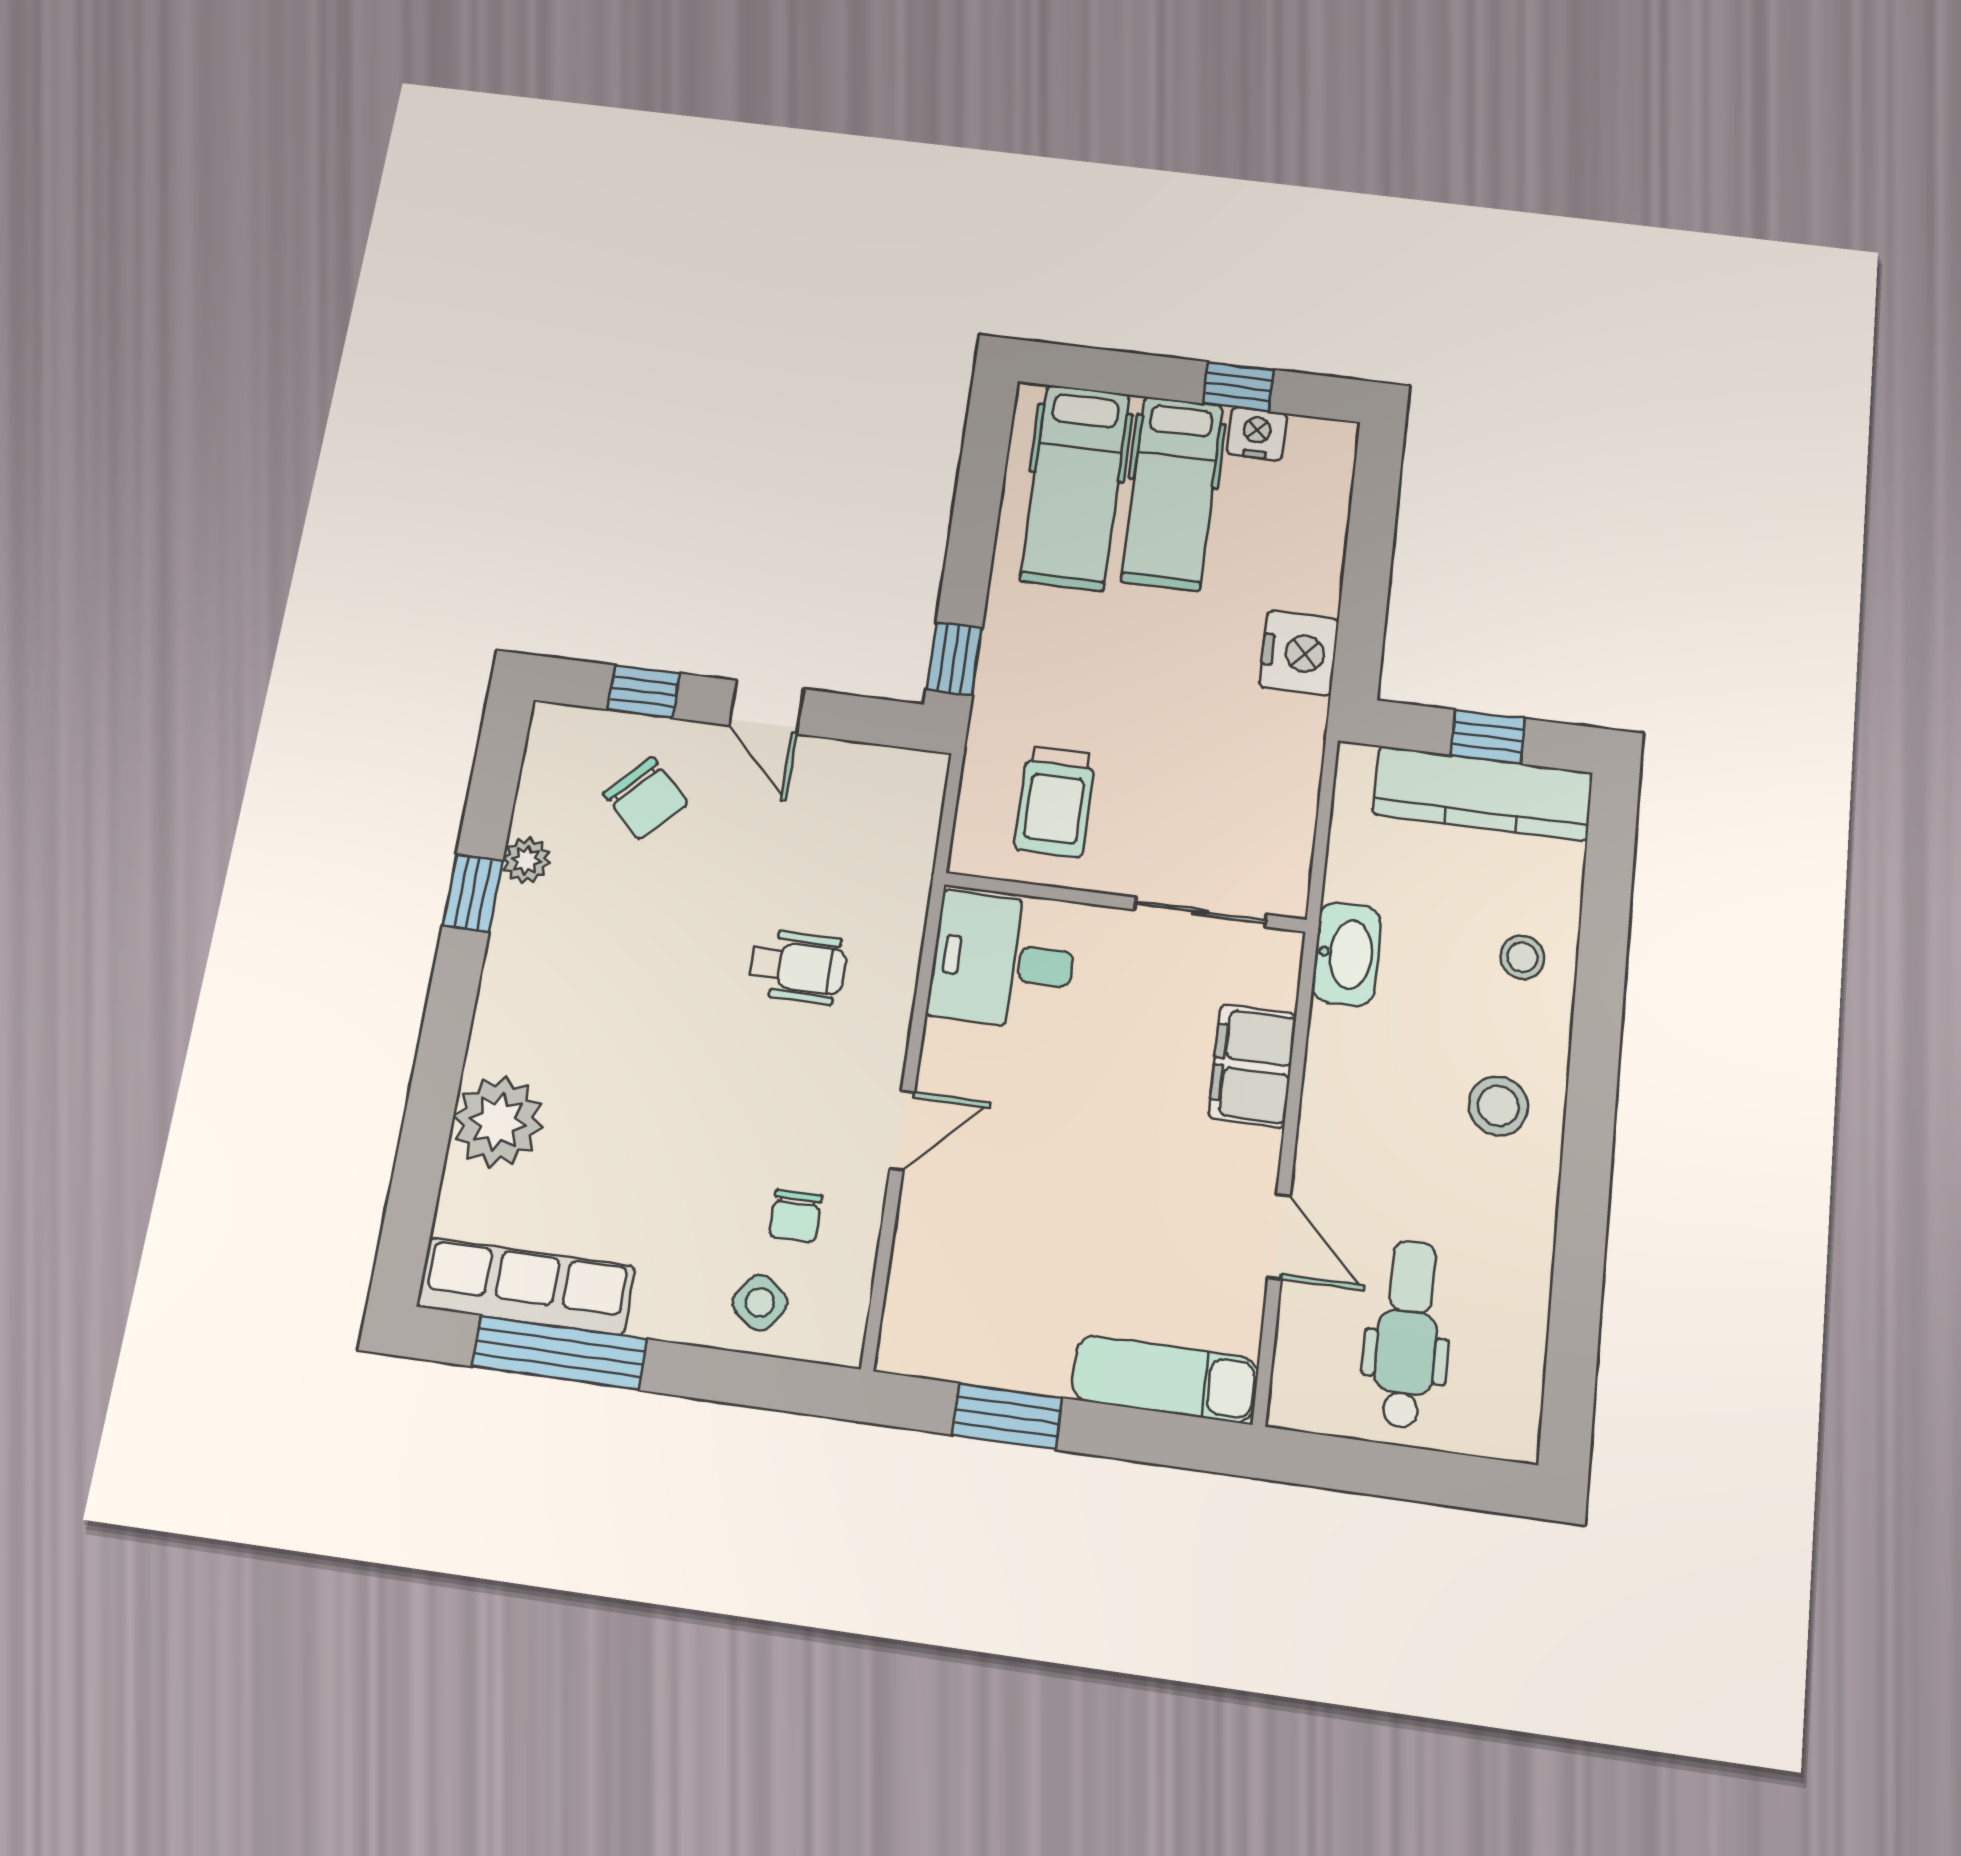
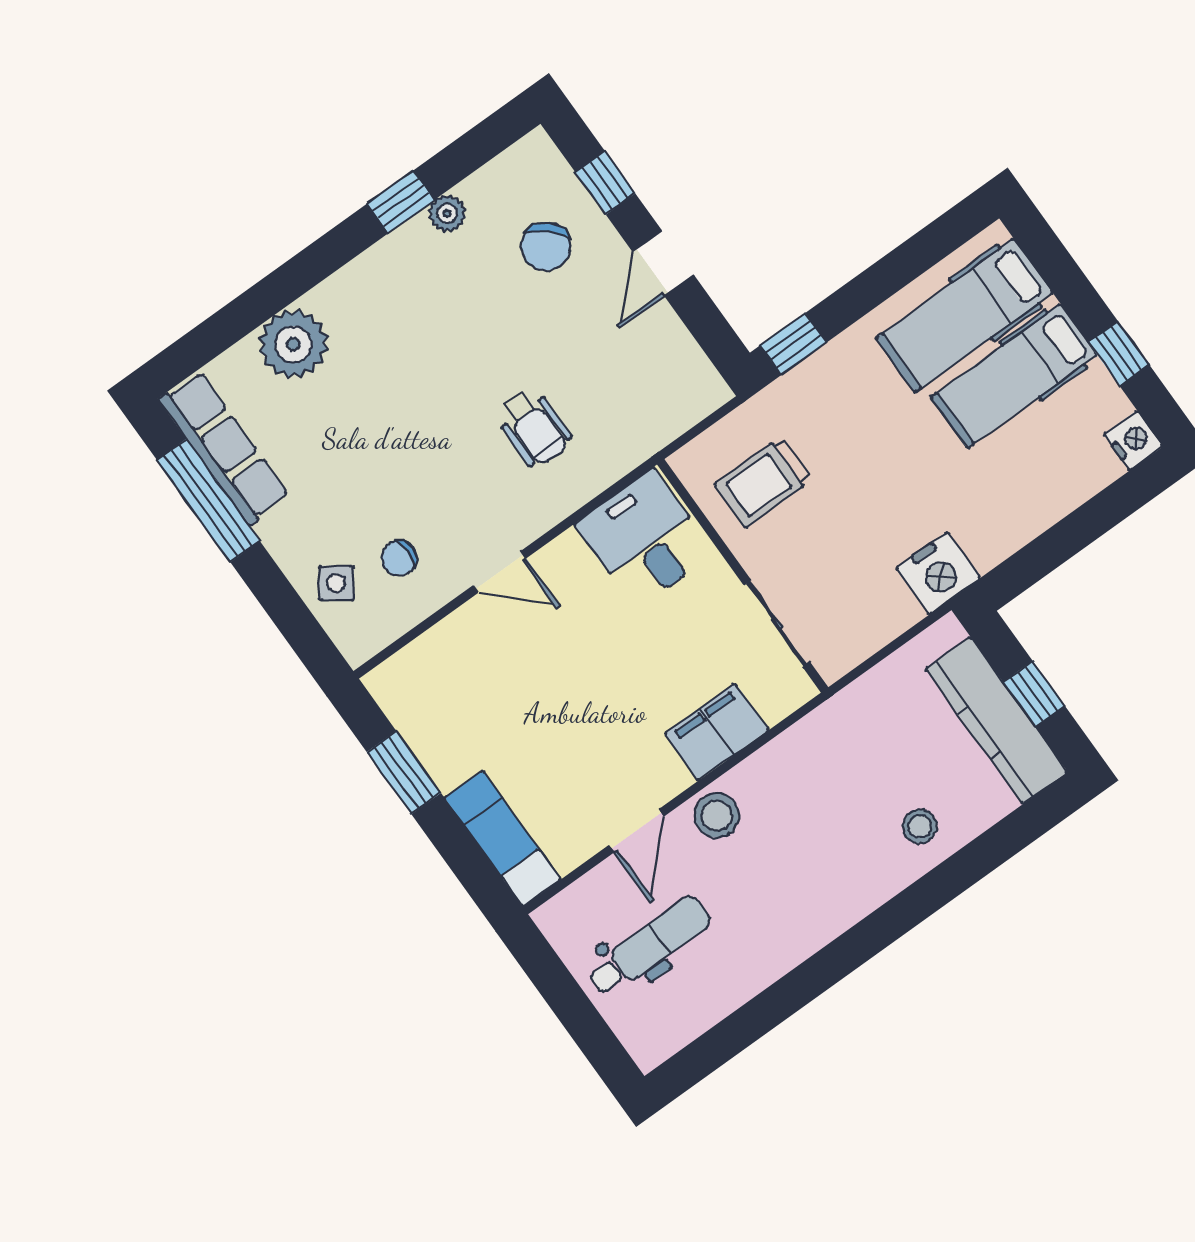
nightstand: (1257, 434) -> (1133, 440), moved
nightstand: (1299, 653) -> (938, 573), moved
washbasin: (1347, 954) -> (830, 727), removed
stool: (1498, 1106) -> (717, 816), moved

